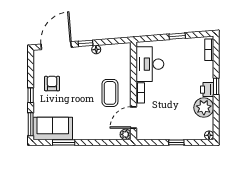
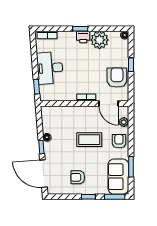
window: (177, 36) -> (37, 87), moved
desk: (150, 64) -> (50, 68), moved, turned 85
coffee table: (110, 93) -> (89, 140), moved
armchair: (162, 127) -> (117, 78), added
armchair: (92, 129) -> (119, 141), added
plant: (126, 134) -> (124, 122), moved

